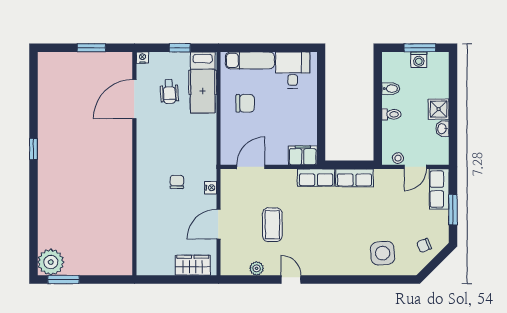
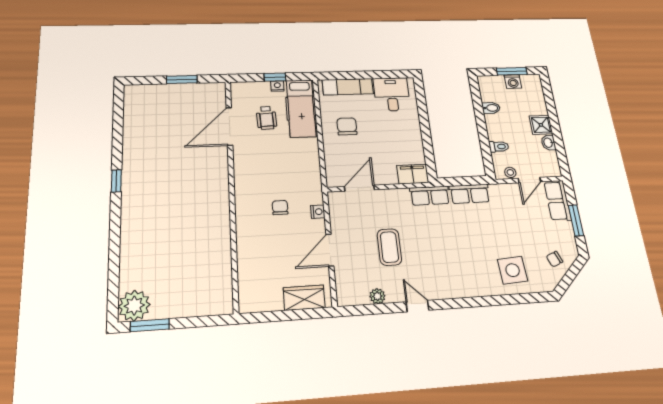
nightstand: (142, 58) -> (277, 86), moved
chair: (245, 103) -> (347, 126), turned -90
toilet: (391, 114) -> (499, 147), moved

